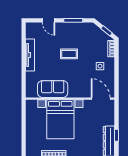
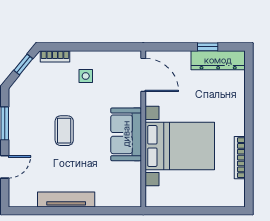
sofa: (53, 89) -> (126, 134), moved
door: (101, 99) -> (143, 75), swing flipped

